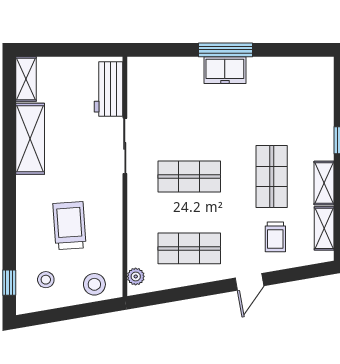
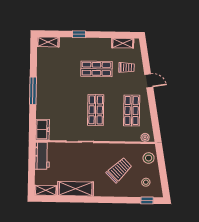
freezer: (225, 70) -> (42, 130), moved
workbench: (108, 89) -> (42, 156), moved, turned -90
shelving: (324, 183) -> (48, 42), moved
trolley: (69, 226) -> (119, 170), turned 139

